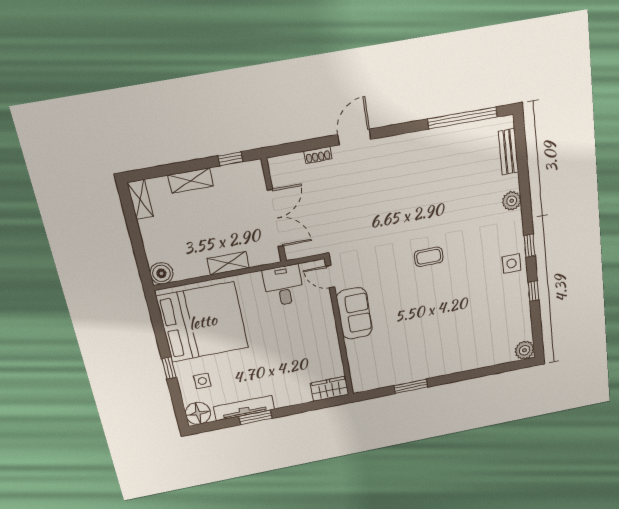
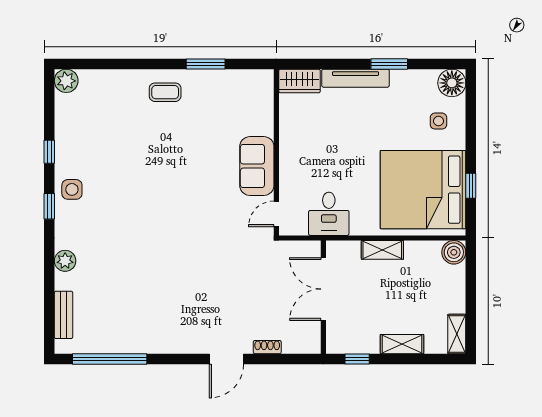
coffee table: (429, 257) -> (165, 92), moved
door: (330, 277) -> (276, 214), swing flipped
window: (169, 368) -> (471, 186), moved
tv unit: (244, 408) -> (355, 78), moved

